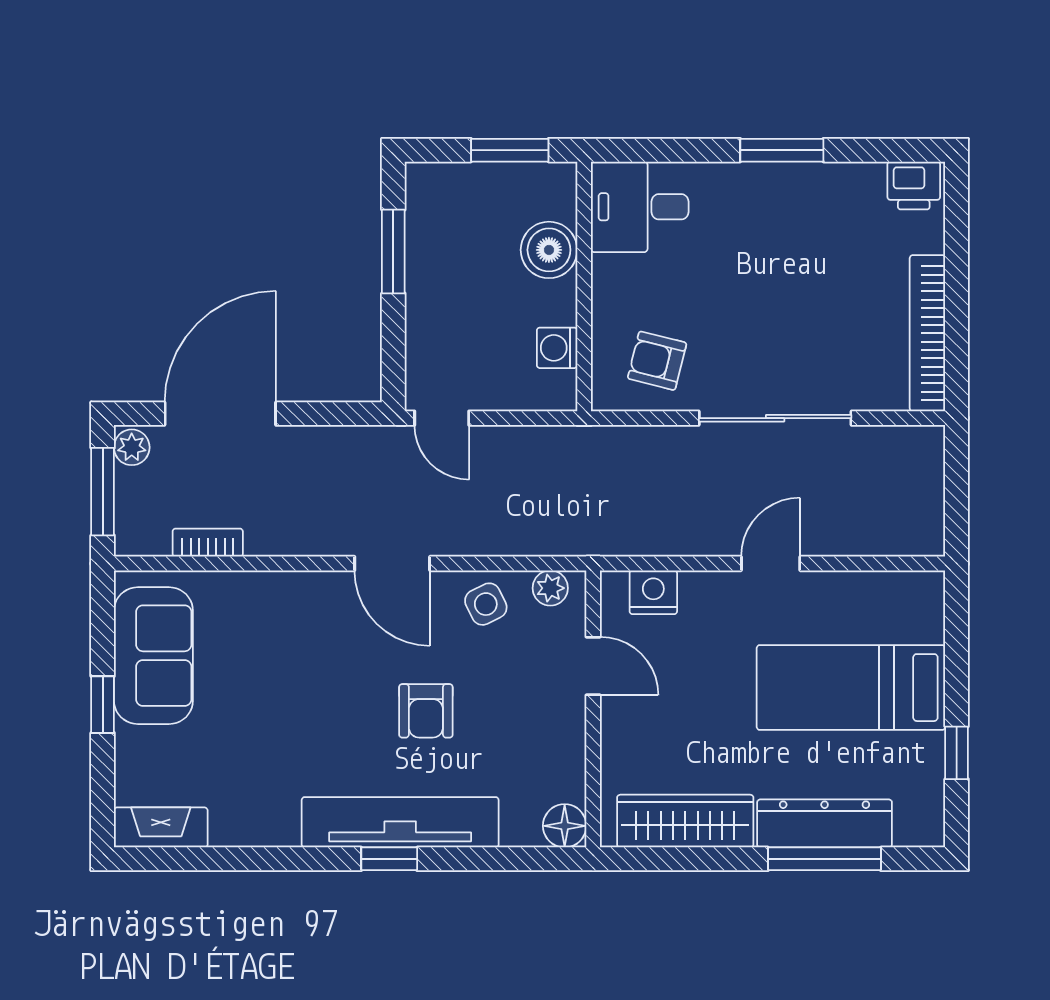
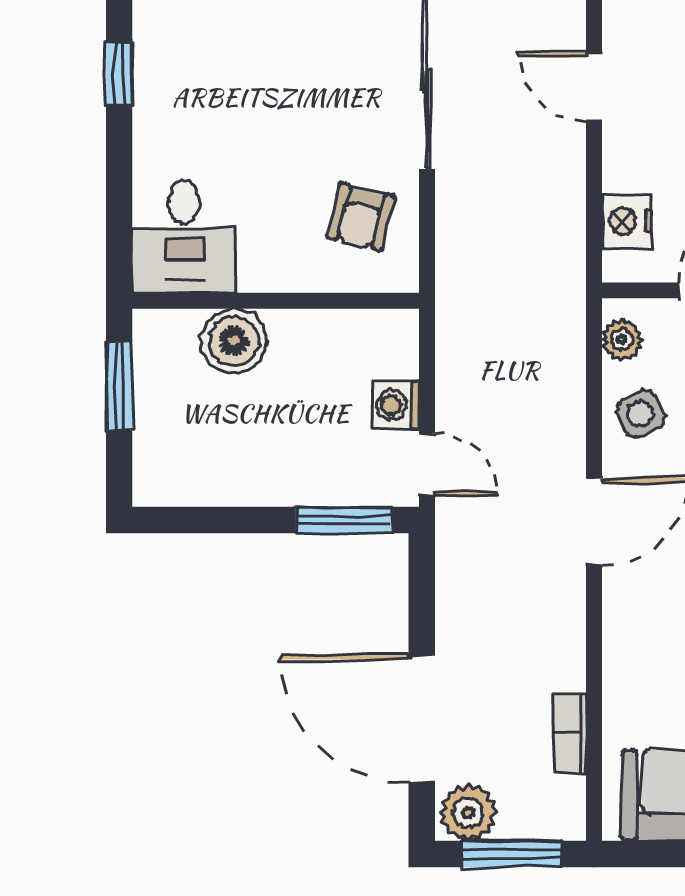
window: (782, 150) -> (119, 74), width x0.67
window: (393, 251) -> (344, 520), moved
washing machine: (557, 348) -> (396, 405), moved, turned 90
door: (442, 418) -> (427, 464), hinge flipped
plant: (132, 447) -> (468, 813), width x1.38, depth x1.38

